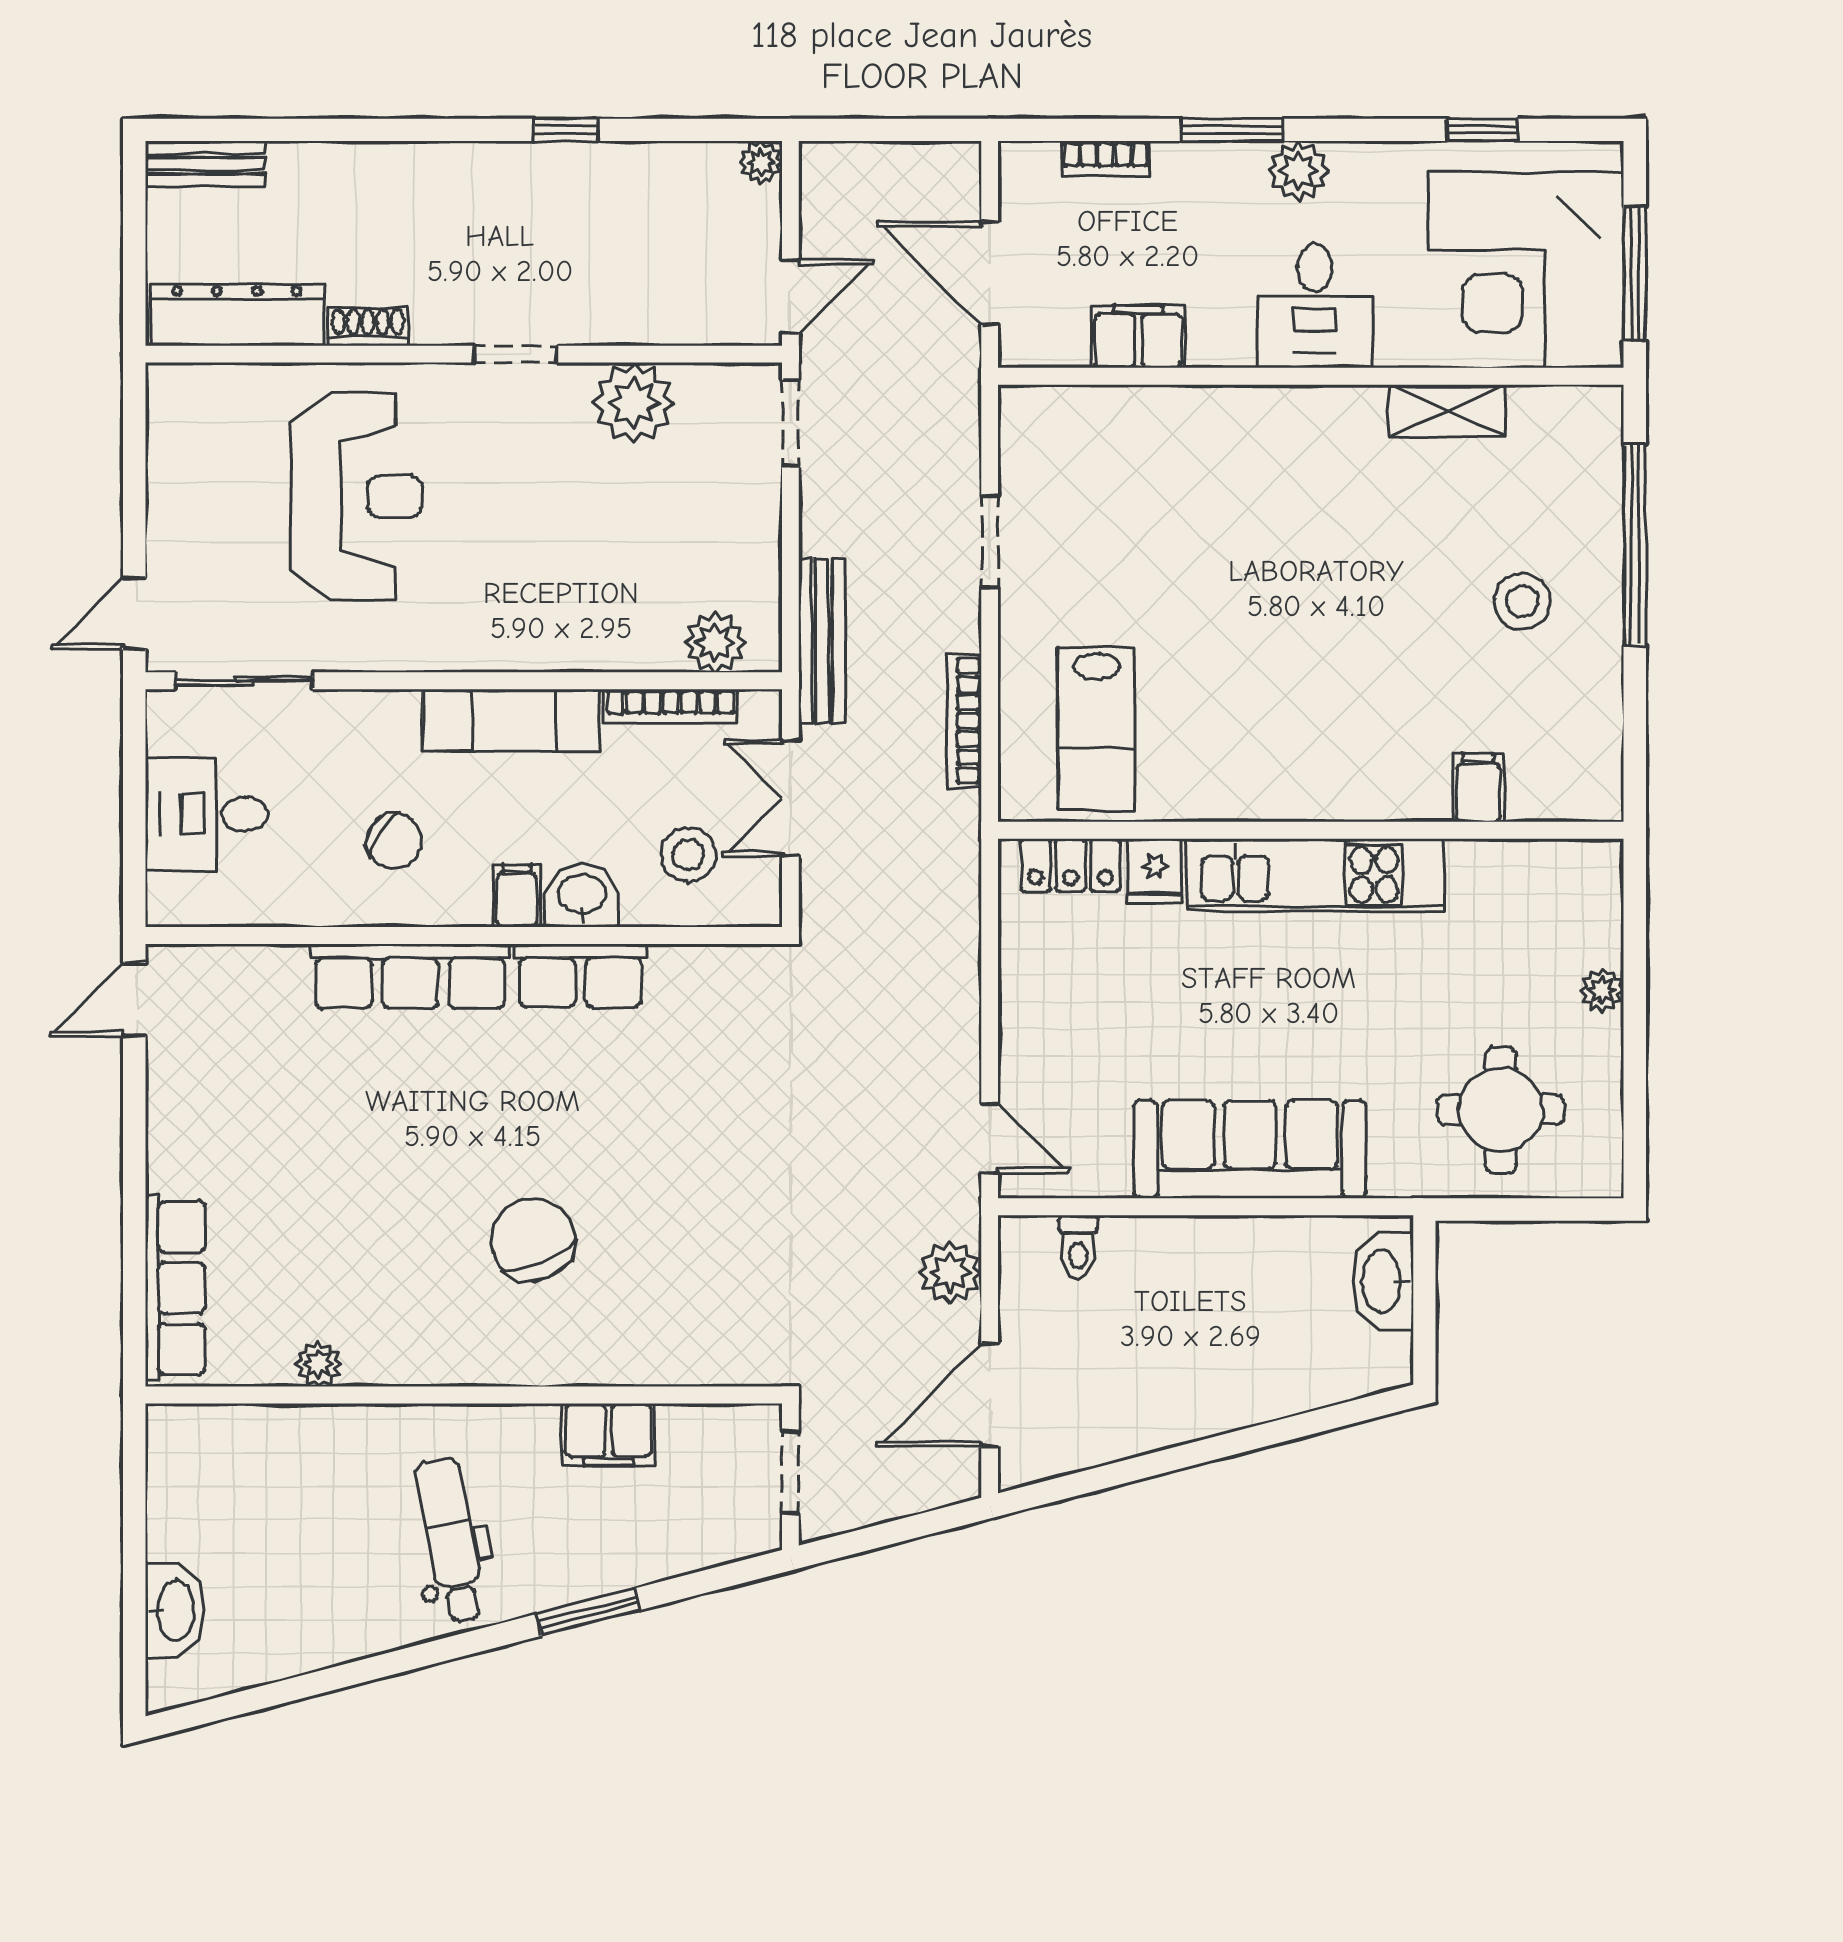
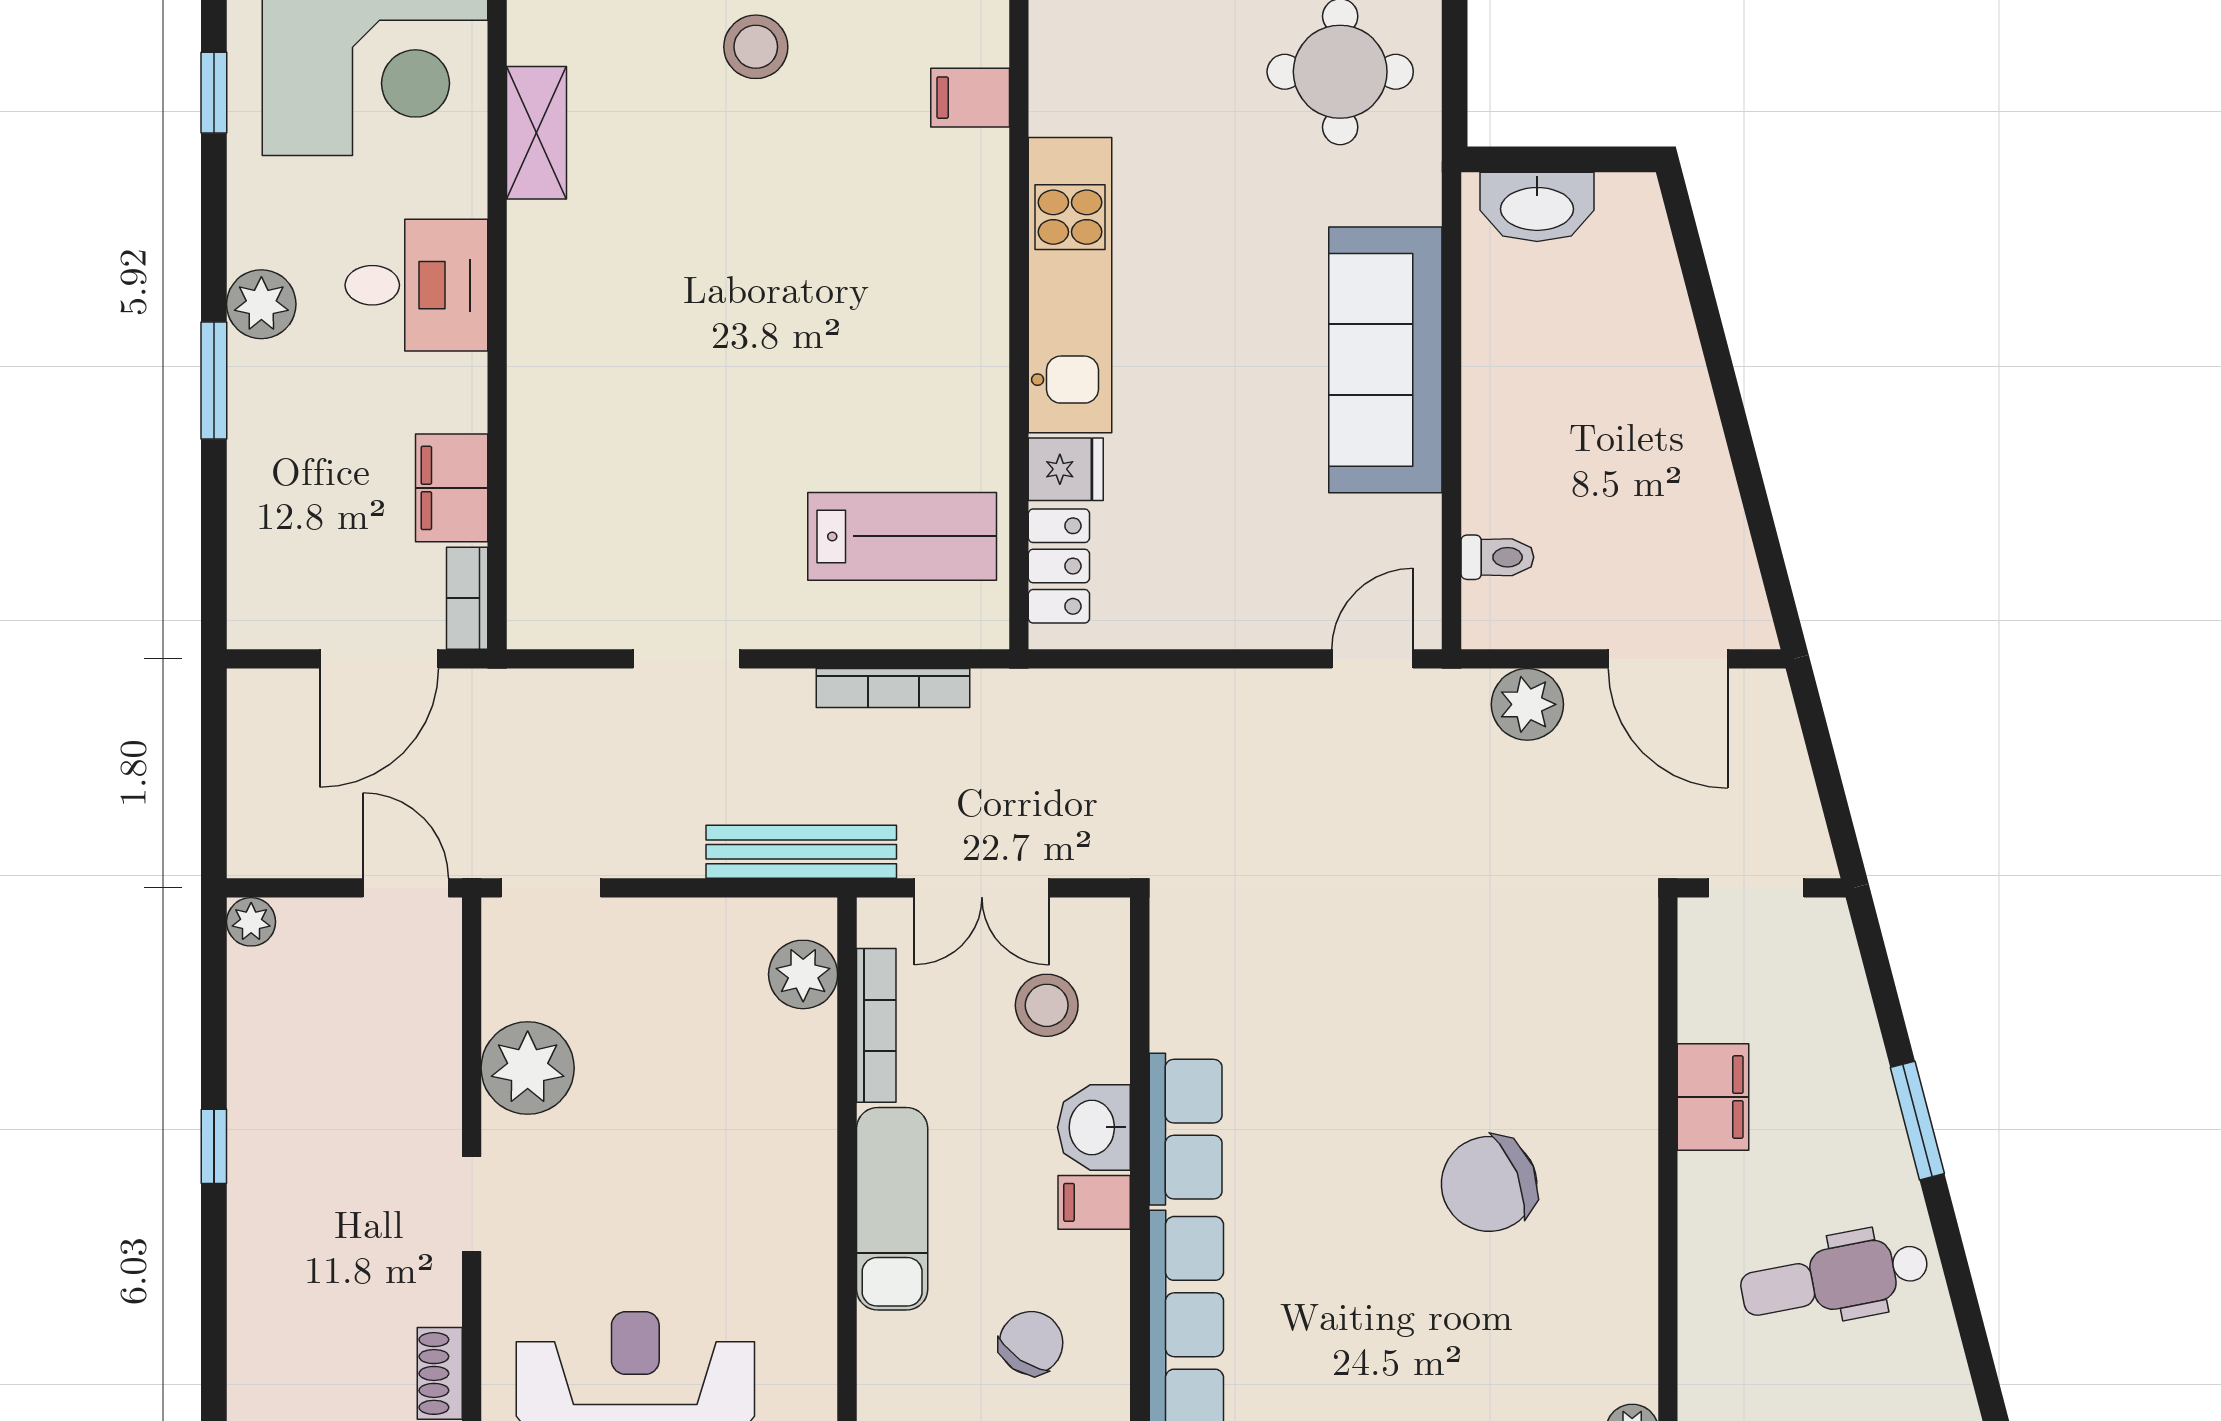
bookcase: (1106, 159) -> (467, 598), moved, turned 180

